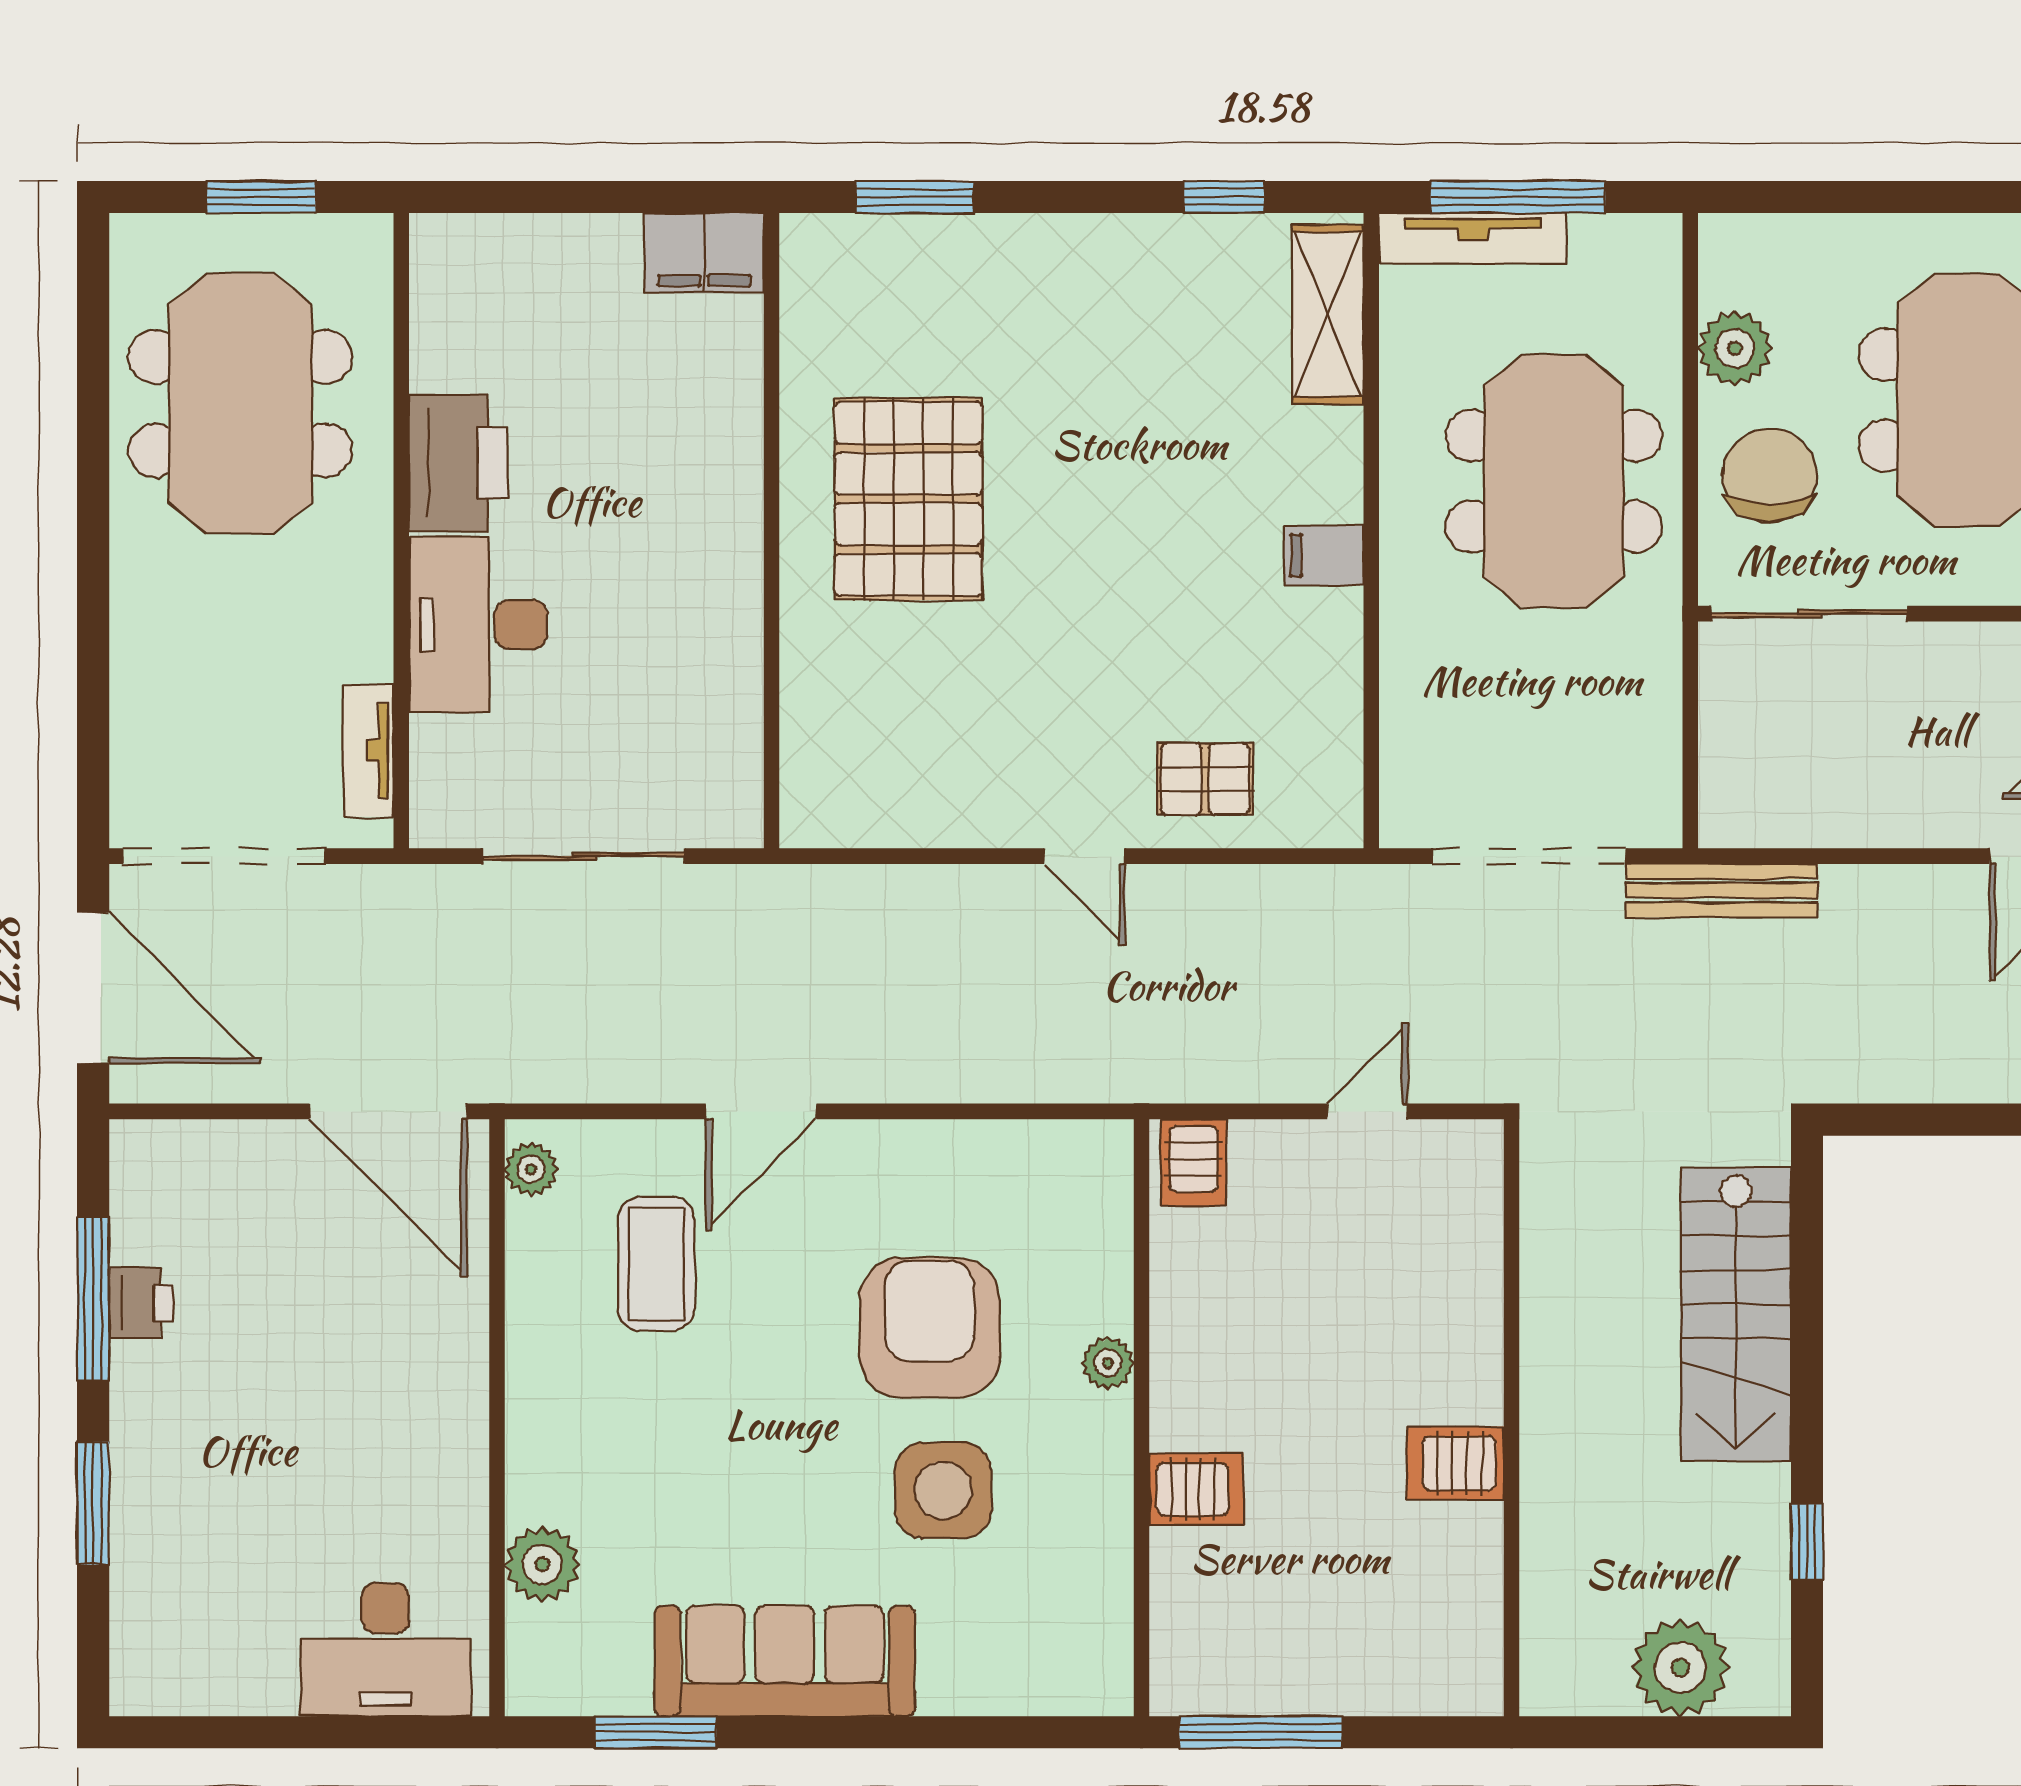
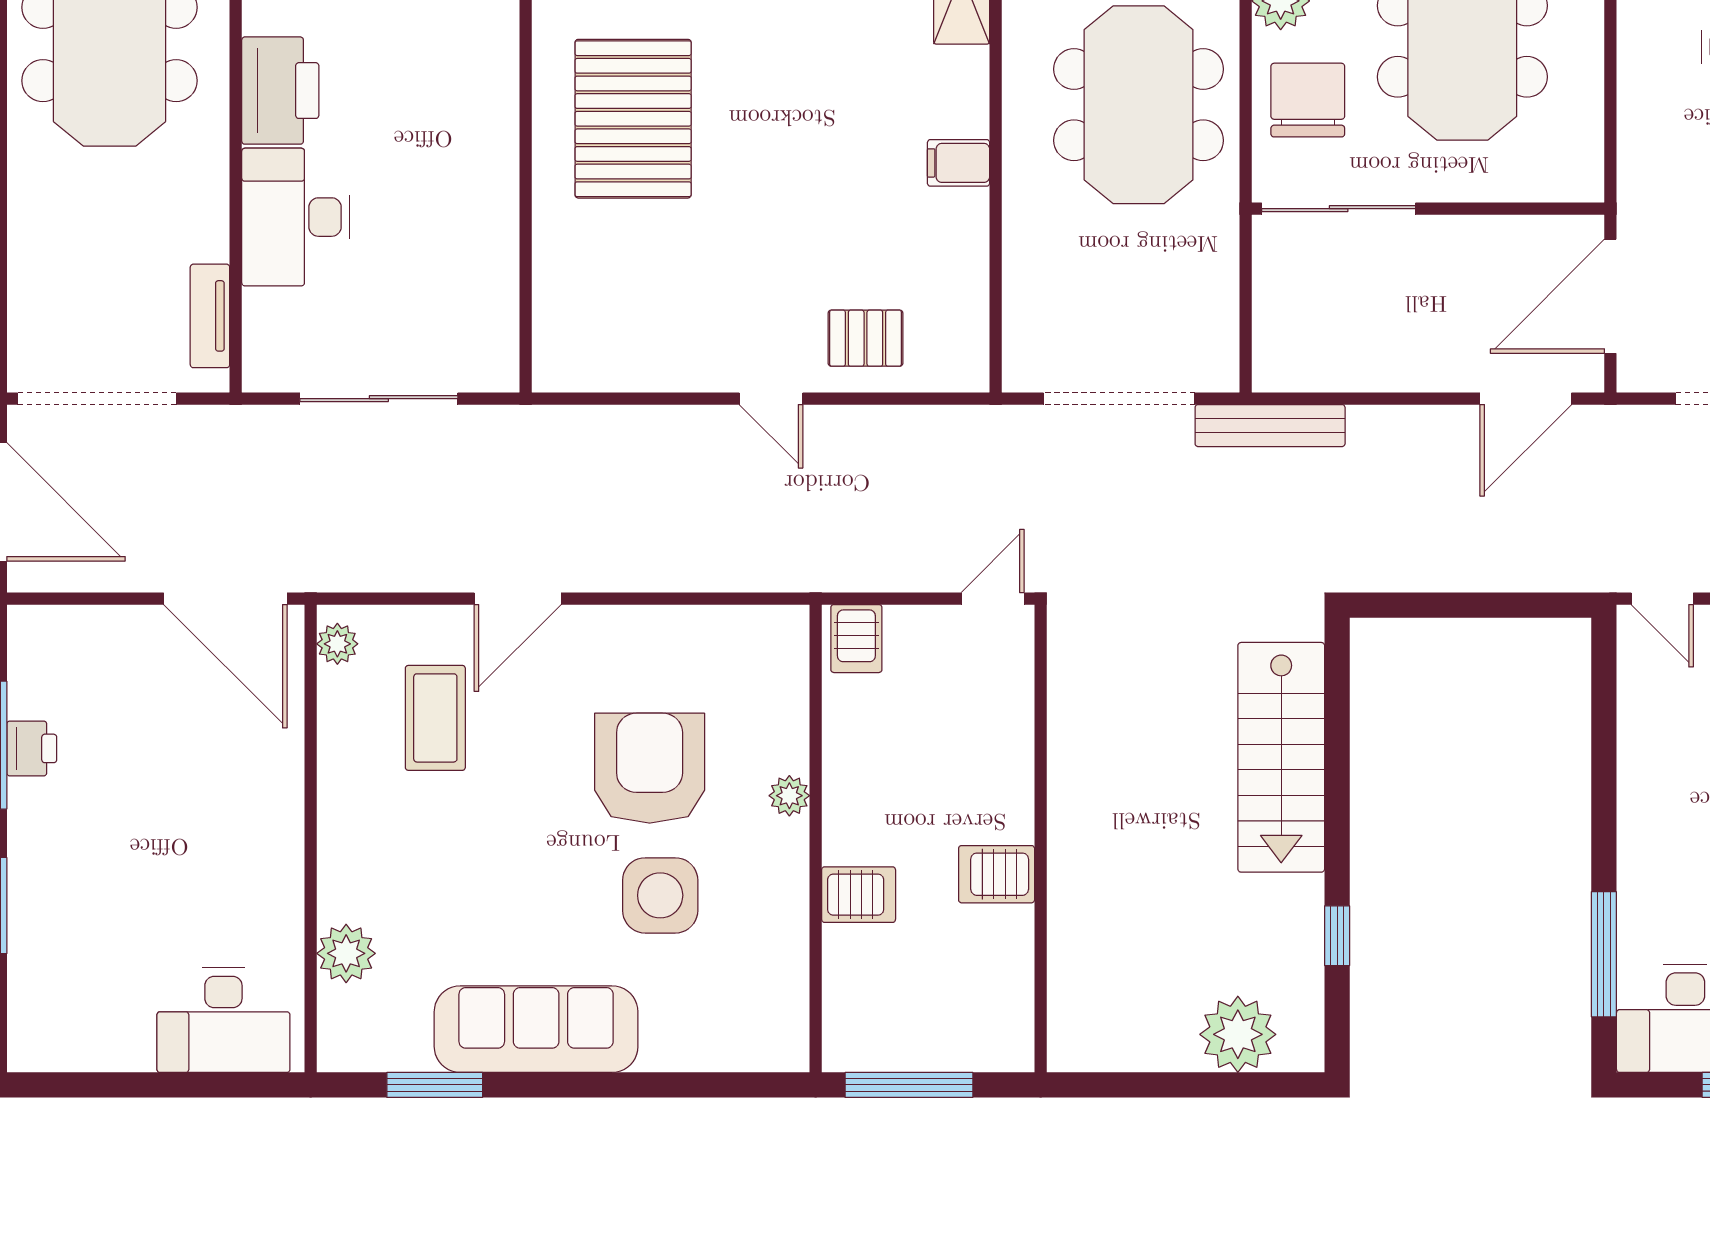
wall: (1512, 1418) -> (1041, 838), moved
server rack: (1455, 1463) -> (997, 874), moved

